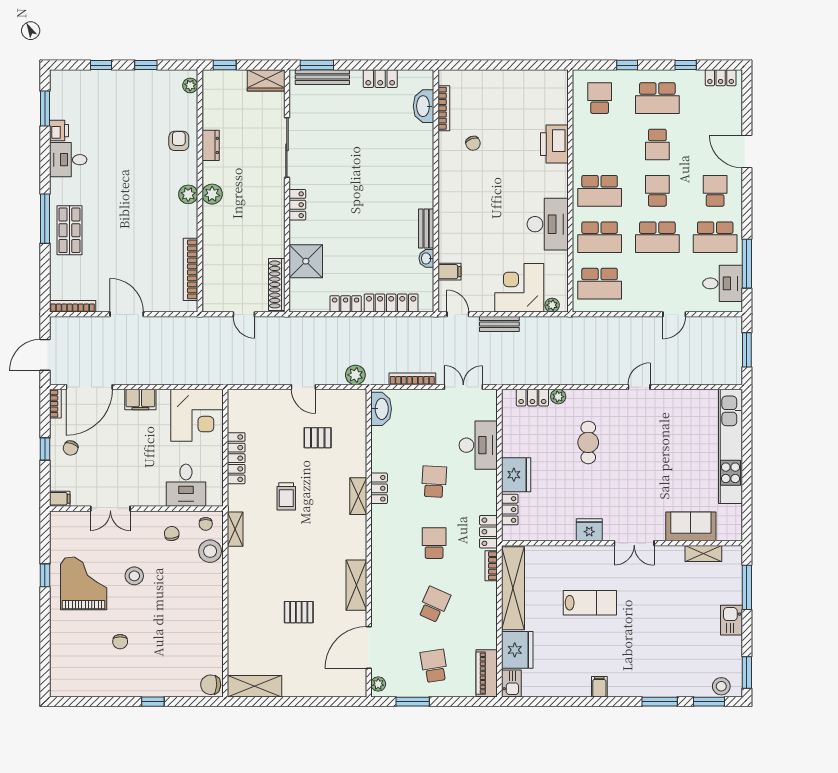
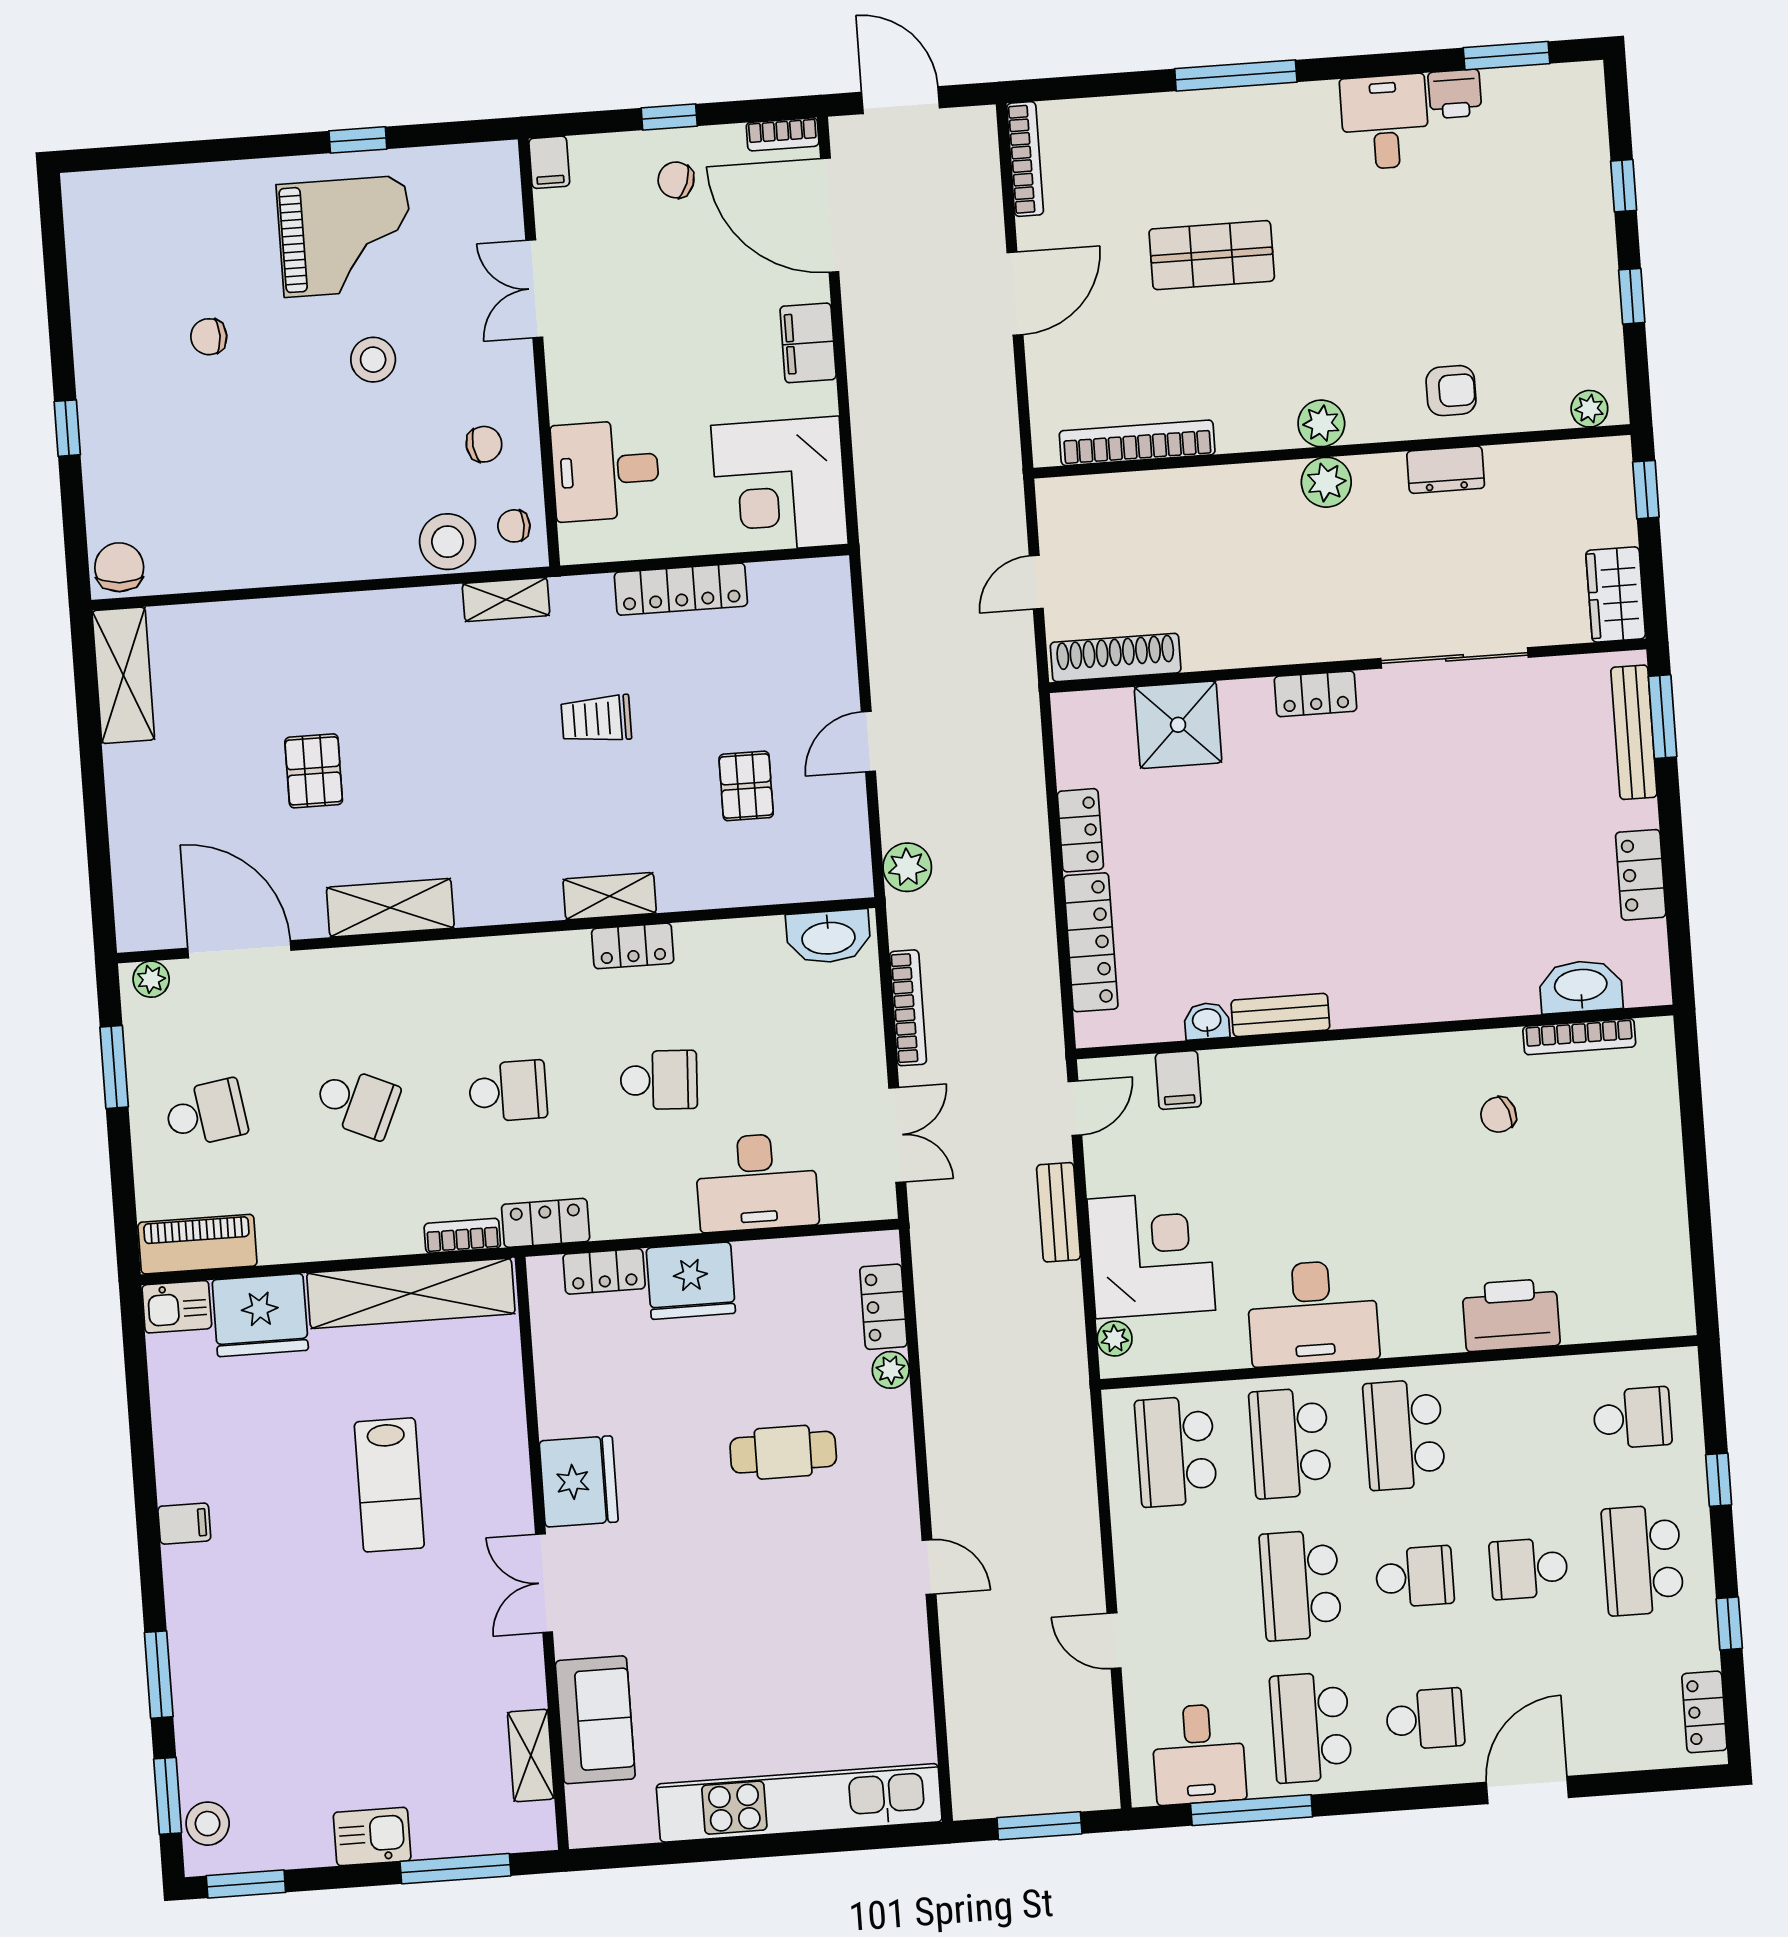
shop shelf: (69, 230) -> (1212, 255), moved
fridge: (589, 530) -> (579, 1481), width x1.36, depth x1.34

